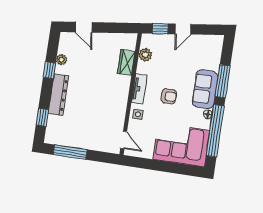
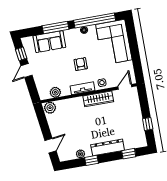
window: (160, 29) -> (21, 54), moved
door: (183, 29) -> (26, 71), swing flipped
plant: (129, 42) -> (50, 108), added
wardrobe: (126, 62) -> (98, 99), moved, width x1.50
sofa: (205, 89) -> (49, 42), moved
window: (70, 152) -> (148, 124), width x0.46

